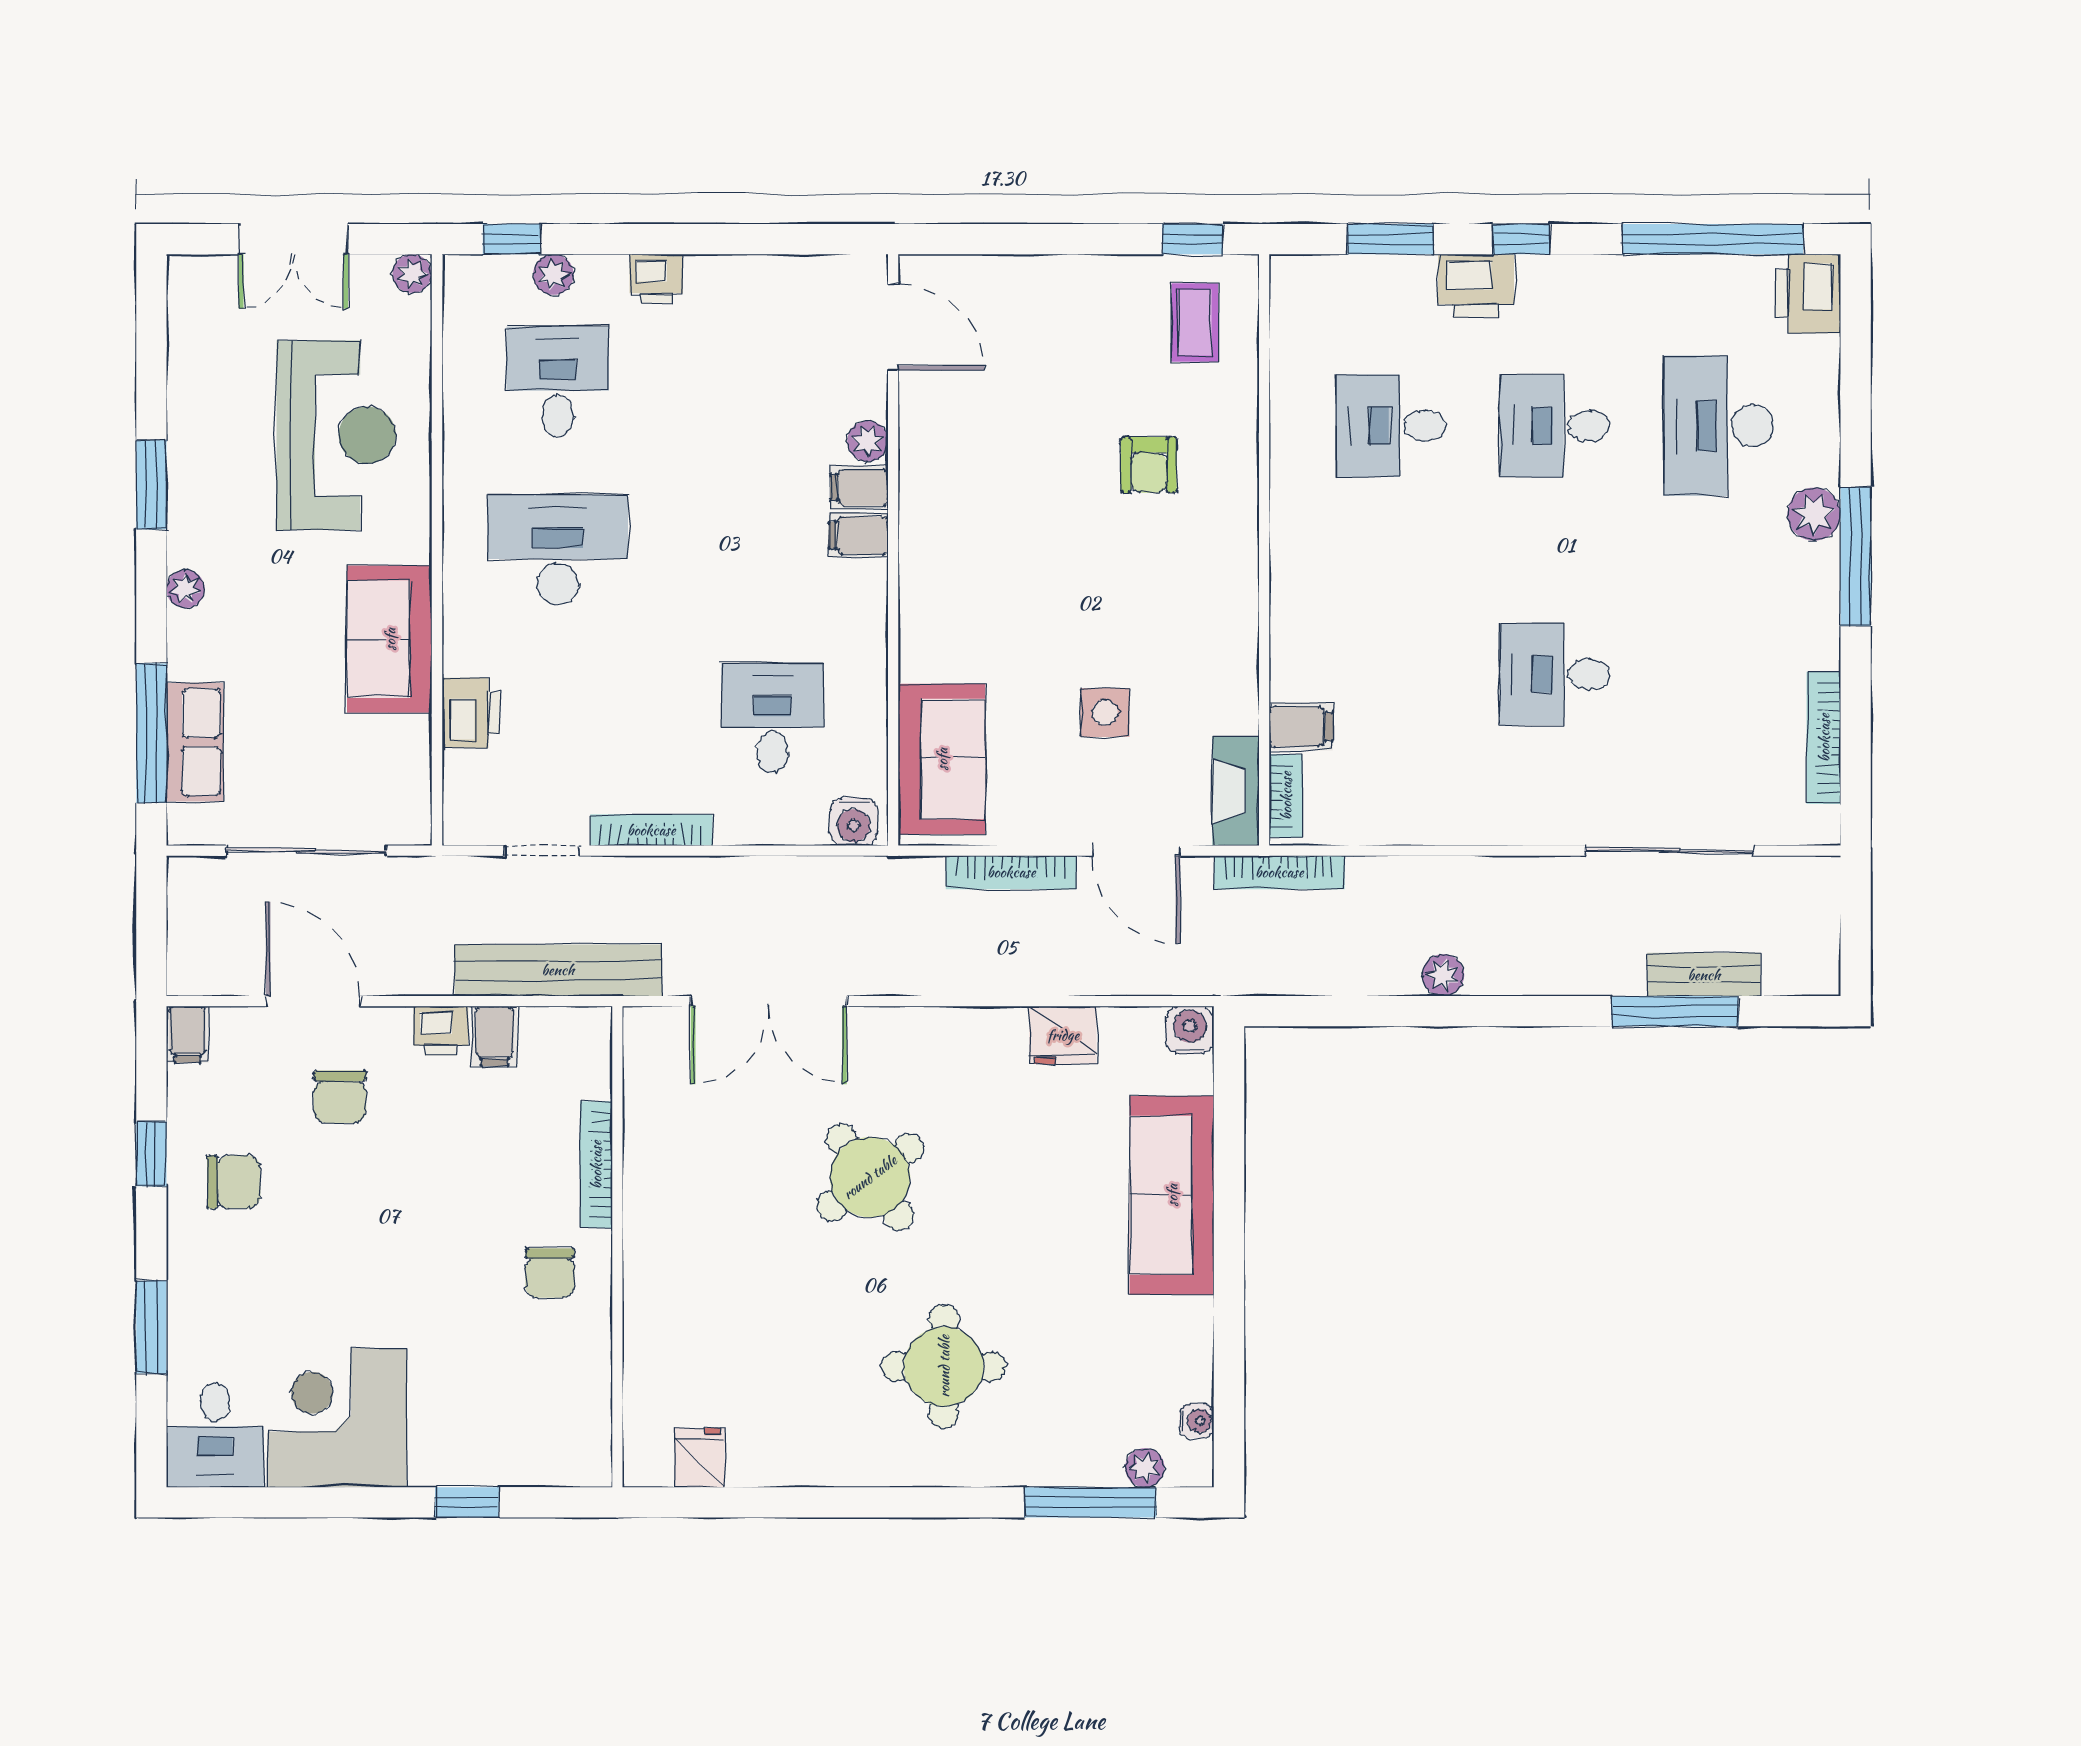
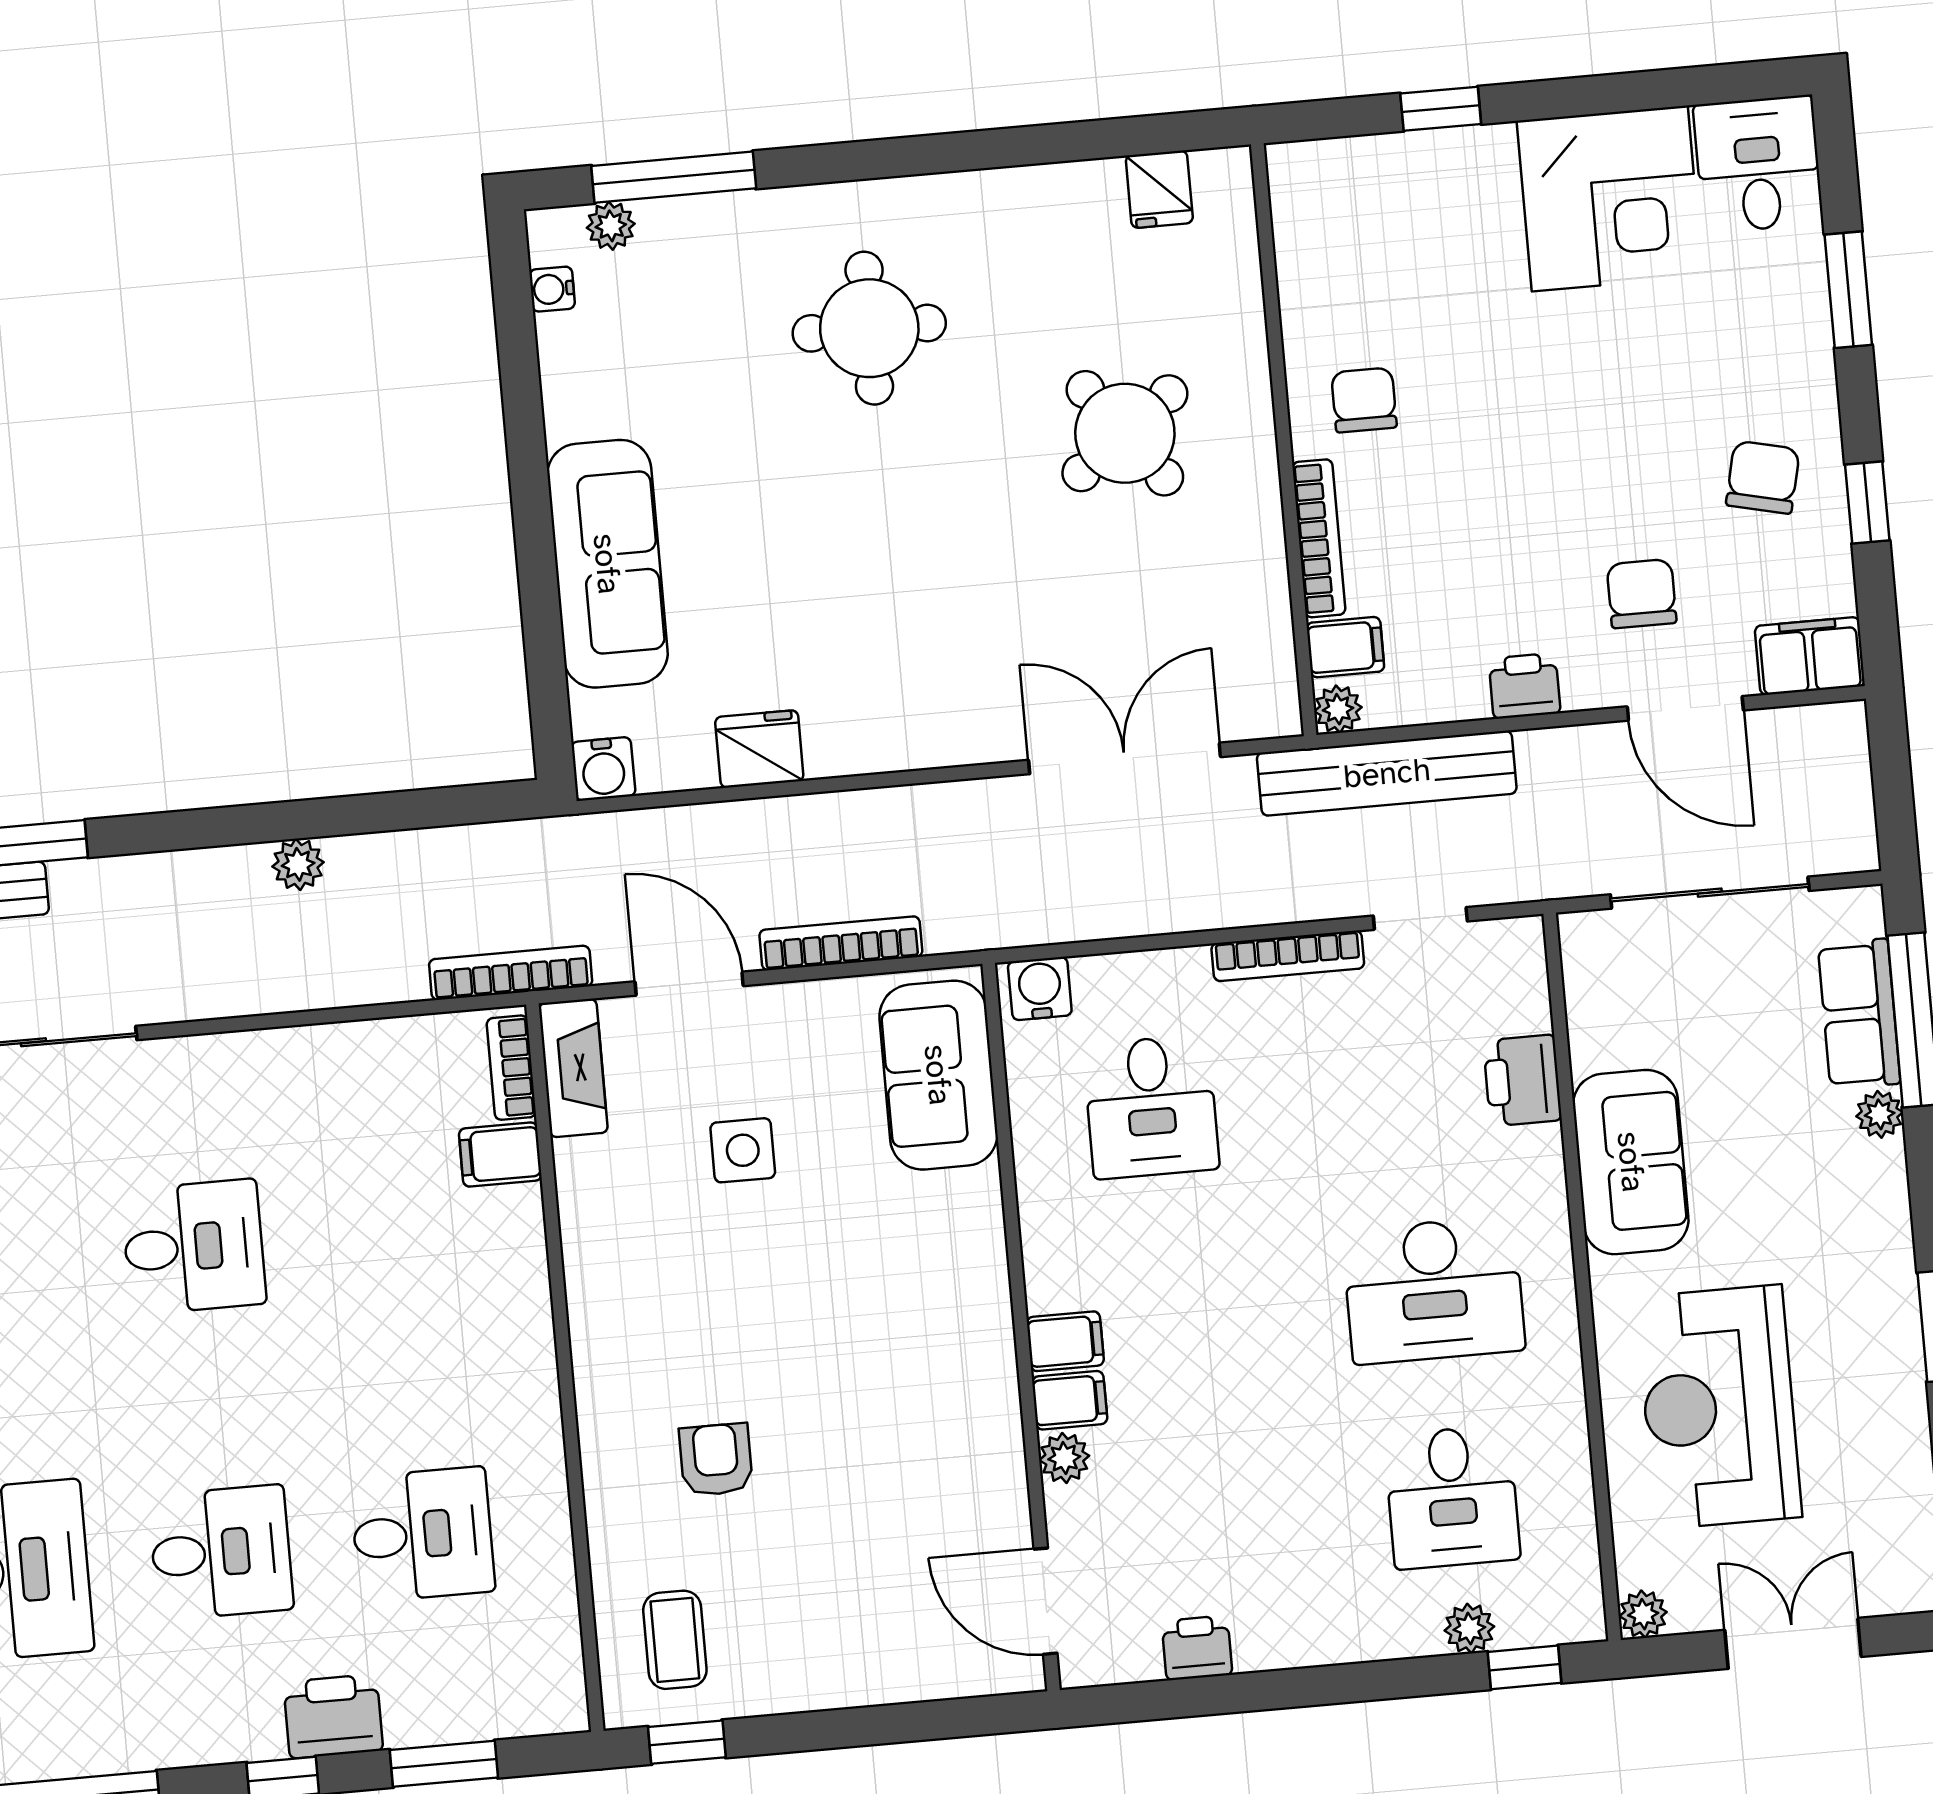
printer: (656, 278) -> (1197, 1648), moved
plant: (185, 589) -> (1880, 1114), moved
plant: (593, 1025) -> (1338, 709), added
filing cabinet: (188, 1034) -> (1810, 656), width x2.00
filing cabinet: (494, 1036) -> (1345, 647), moved, turned 90
round table: (870, 1177) -> (1125, 433), moved
chair: (234, 1182) -> (1763, 477), turned 103

